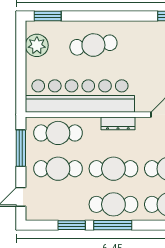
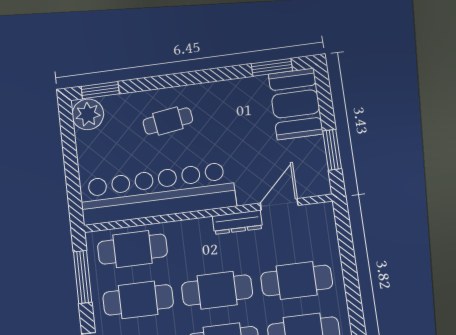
plant: (37, 45) -> (88, 114), moved
cafe table: (93, 45) -> (168, 121), width x0.73, depth x0.74
dresser: (118, 123) -> (237, 222), moved

